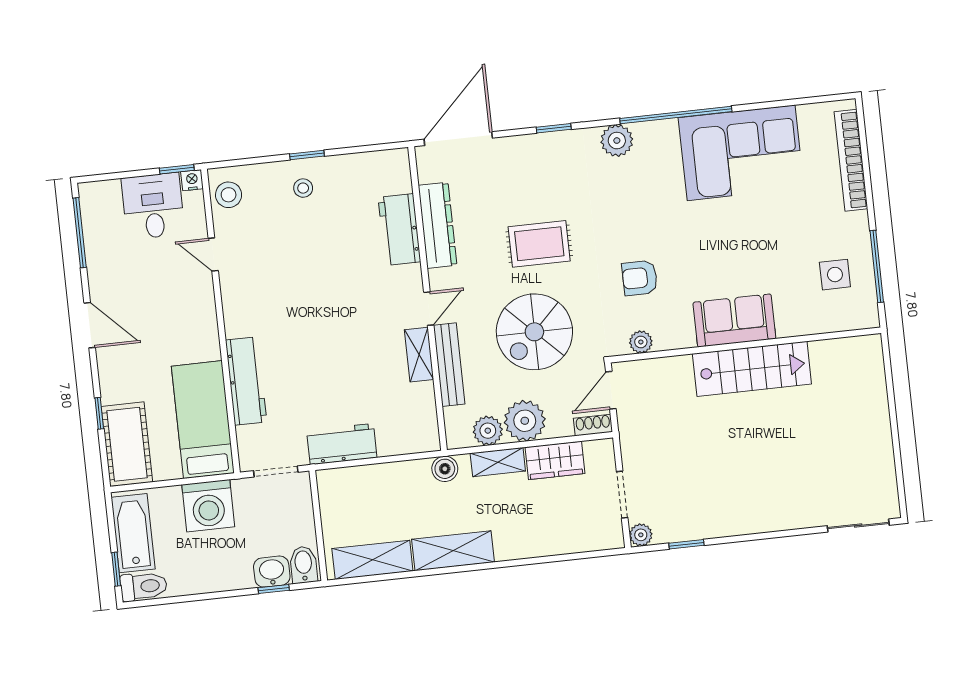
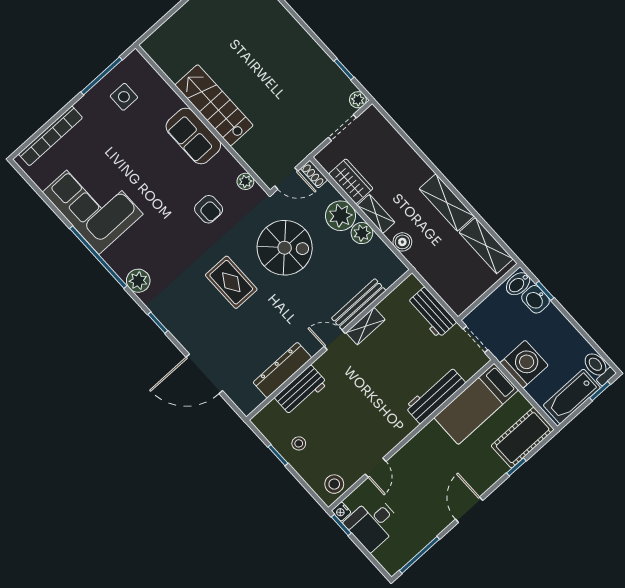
dresser: (438, 225) -> (282, 370), moved
workbench: (399, 230) -> (301, 390), moved
wall: (428, 298) -> (329, 345), moved
door: (429, 309) -> (335, 340), moved
shelving: (419, 355) -> (366, 326), moved
bench: (449, 365) -> (359, 304), moved

